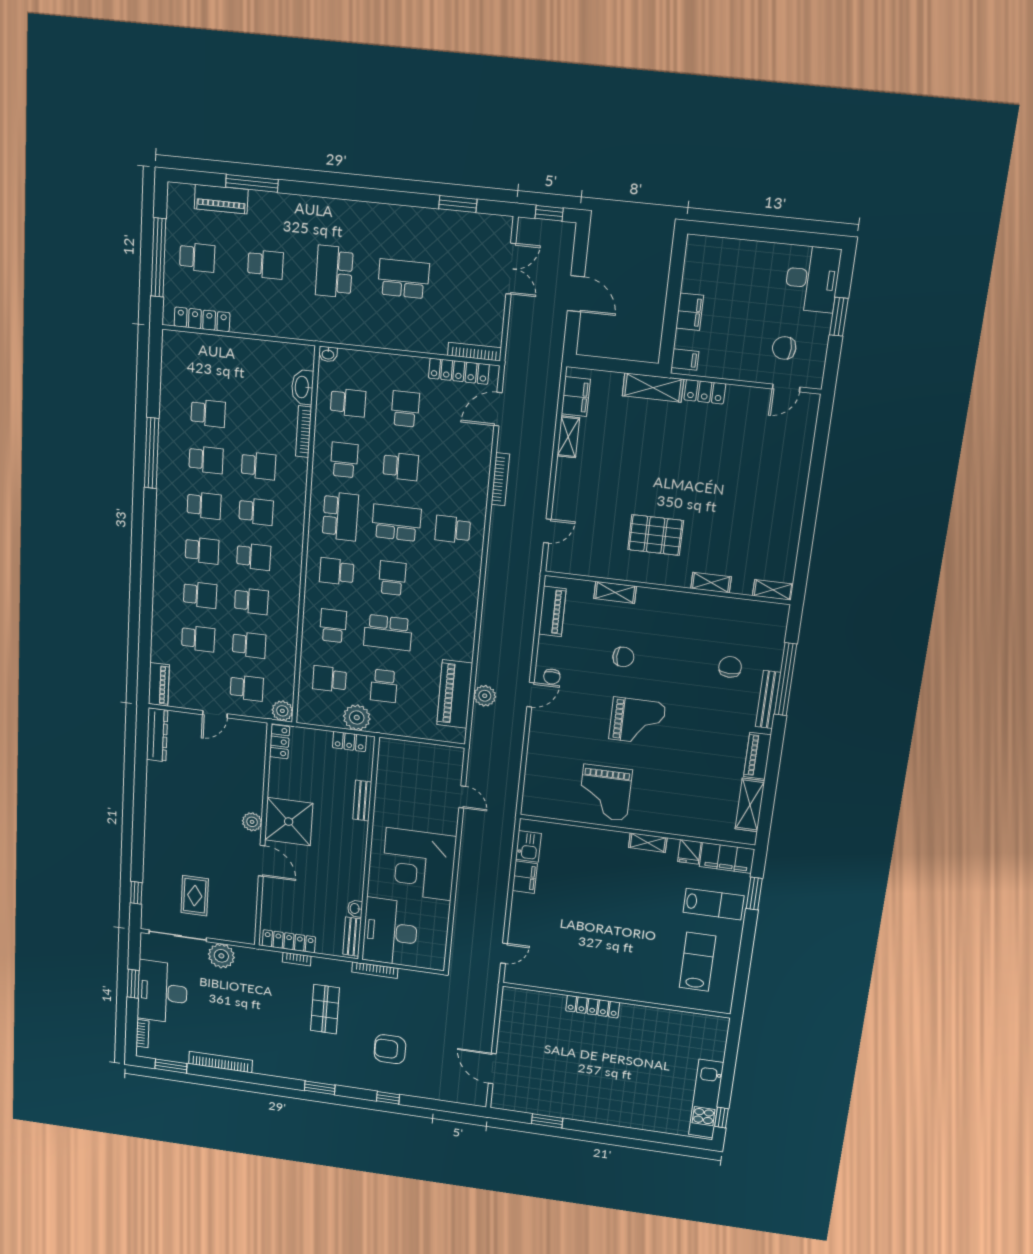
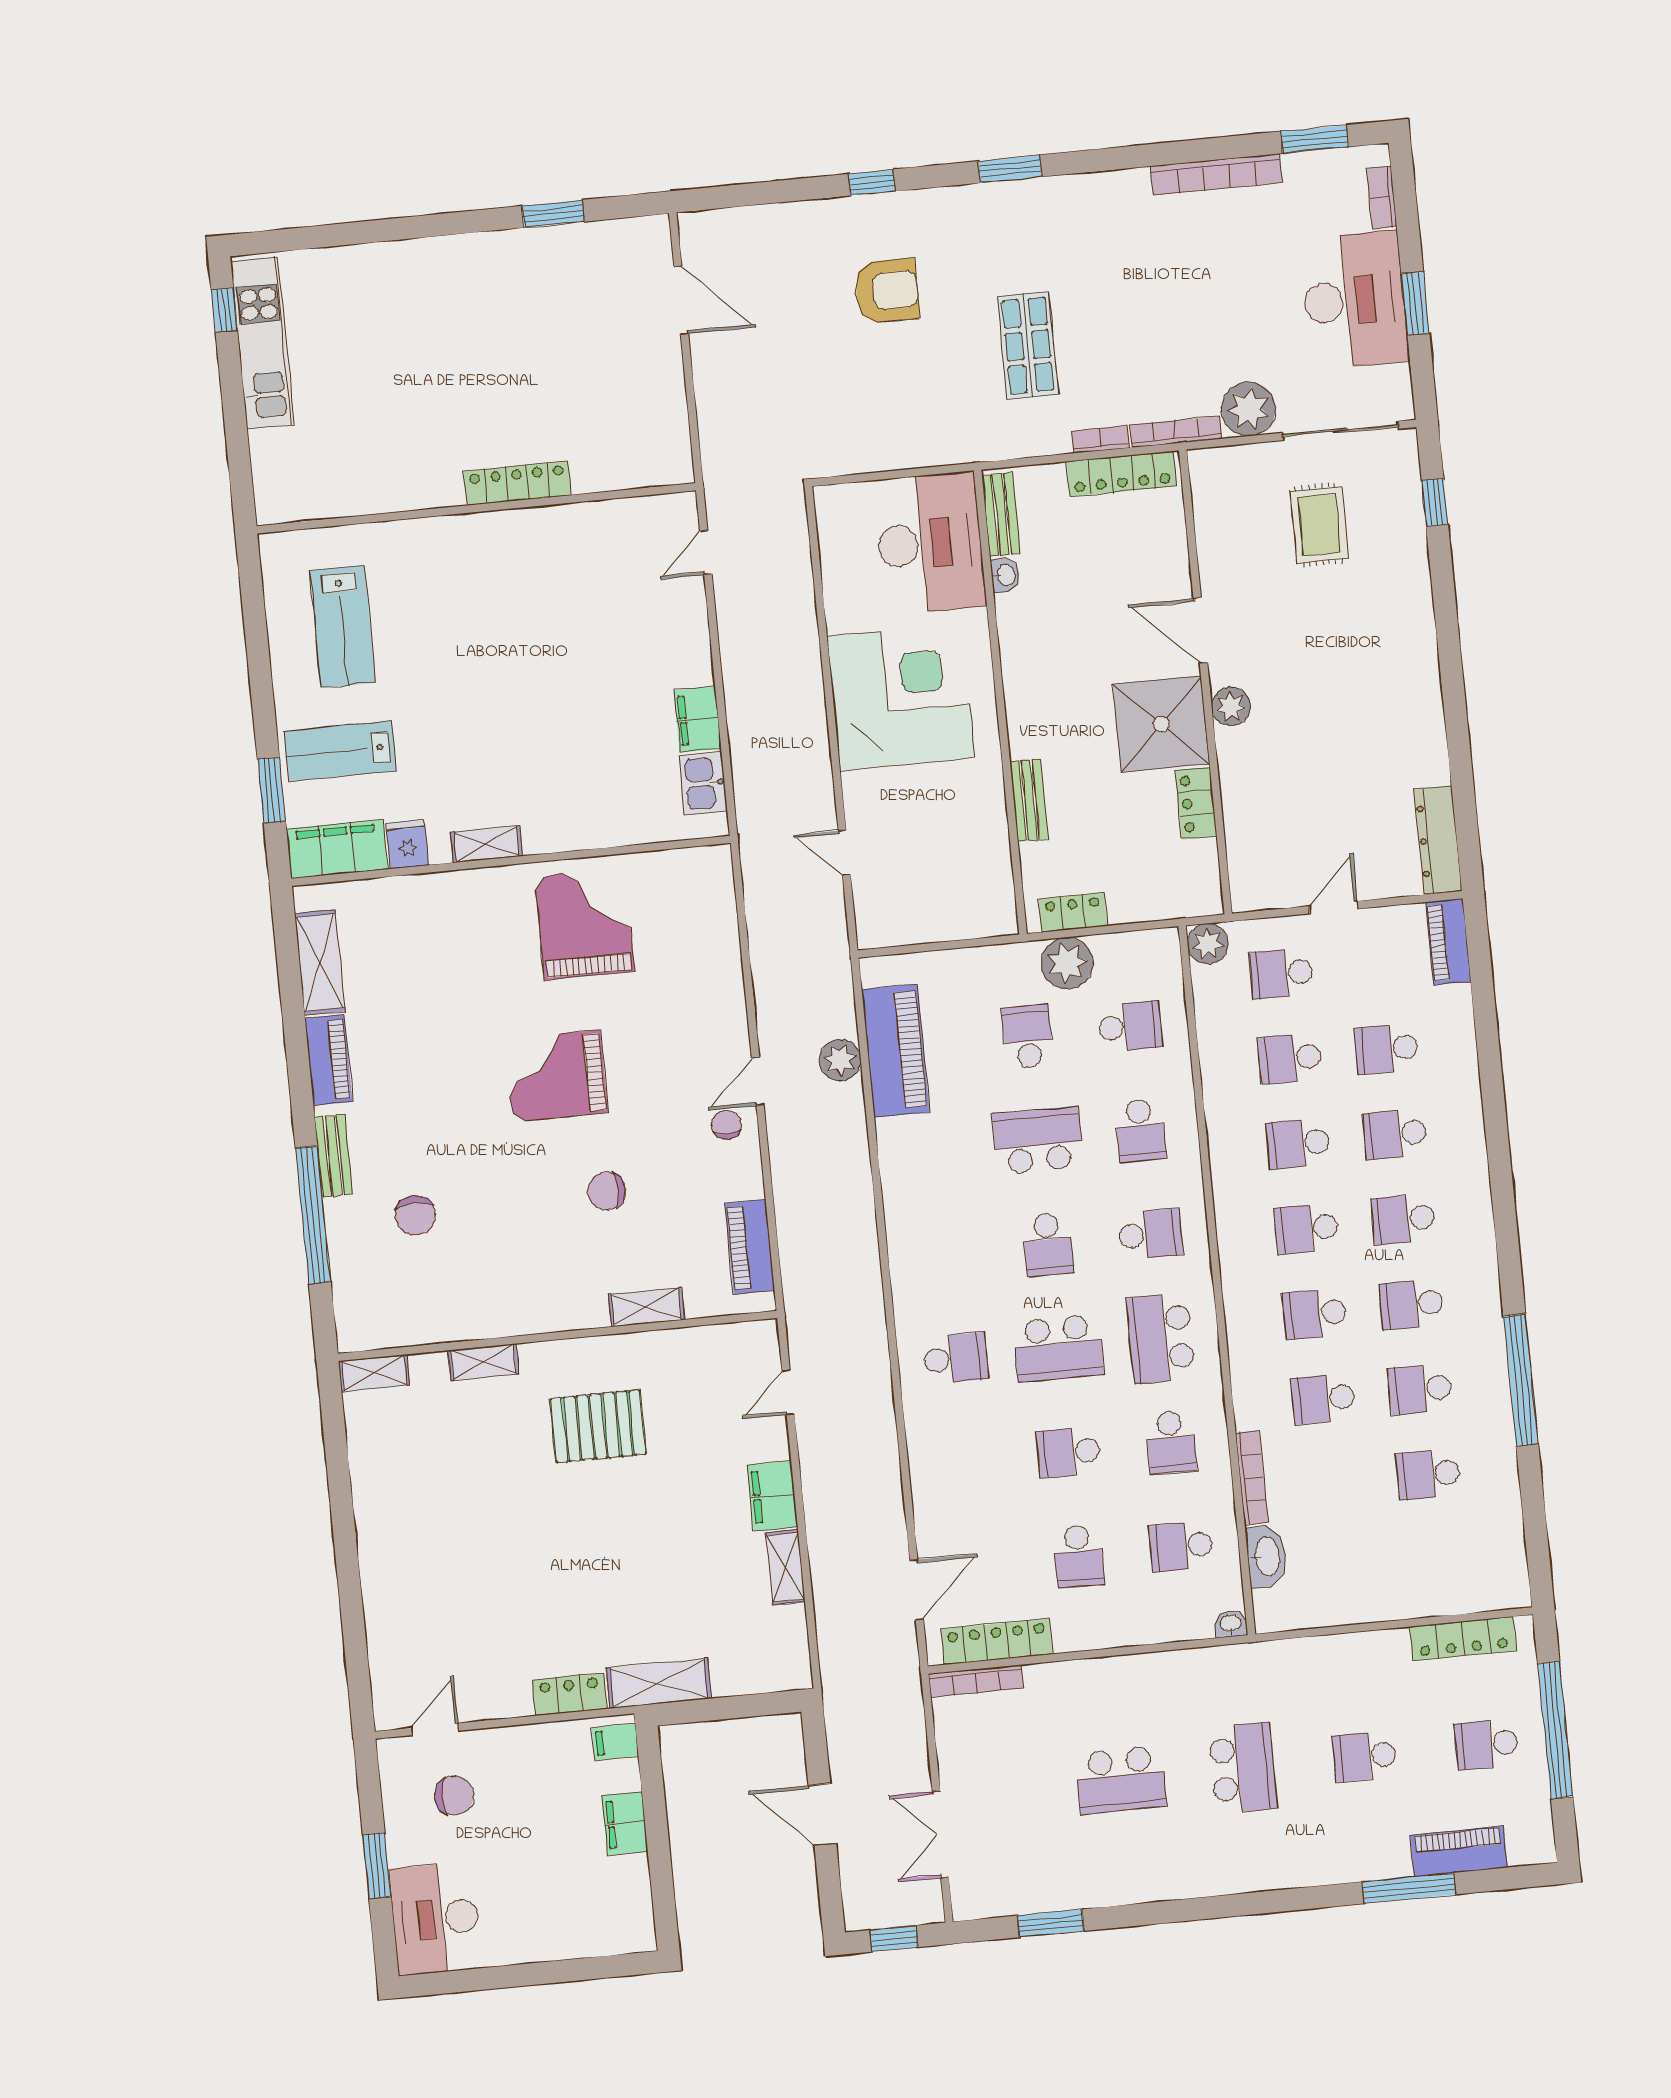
filing cabinet: (576, 397) -> (772, 1496), moved
bookcase: (500, 479) -> (889, 1467), removed
bench: (768, 700) -> (334, 1156), width x0.73
locker: (280, 742) -> (1196, 803), moved
bookcase: (375, 970) -> (1176, 432), moved

